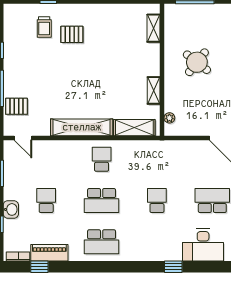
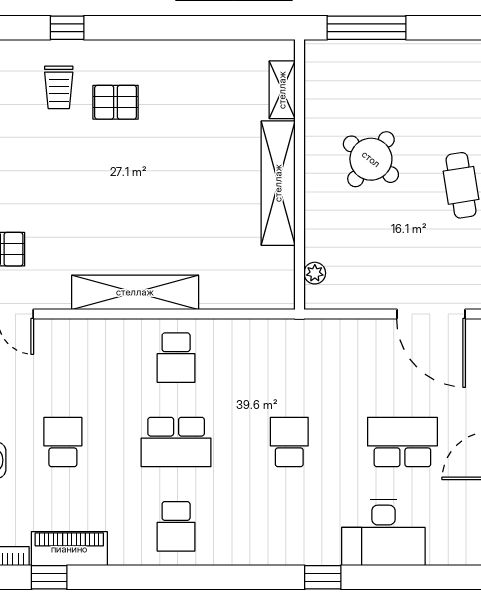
shelving: (154, 90) -> (278, 183), width x2.20, depth x1.33
shelving: (134, 128) -> (243, 293), removed
school desk: (102, 159) -> (176, 358), turned 180
school desk: (102, 242) -> (176, 526), width x0.54

